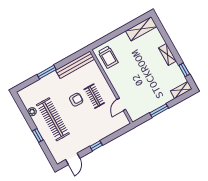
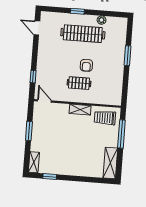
window: (112, 35) -> (121, 134), added
shelving: (167, 54) -> (80, 110), moved
bench: (75, 65) -> (117, 85), removed
door: (121, 104) -> (44, 101), moved
window: (96, 146) -> (33, 77), moved

